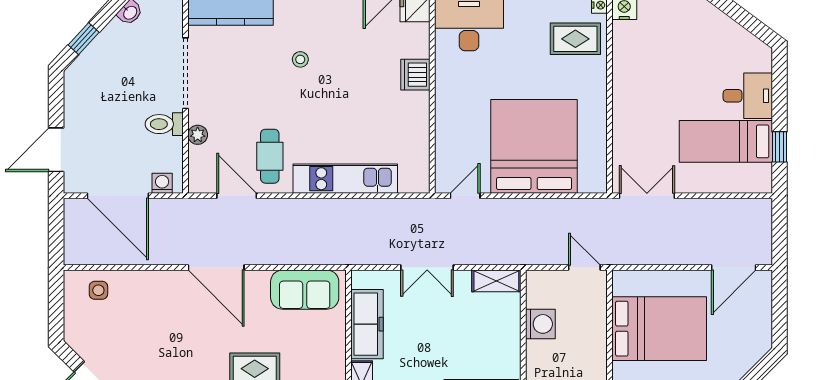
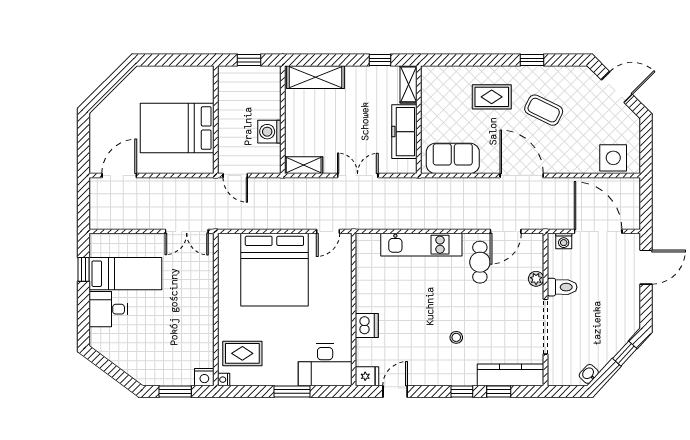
door: (237, 196) -> (506, 231), hinge flipped
side table: (98, 290) -> (613, 158), width x1.87, depth x1.87
coffee table: (188, 352) -> (544, 110), added

